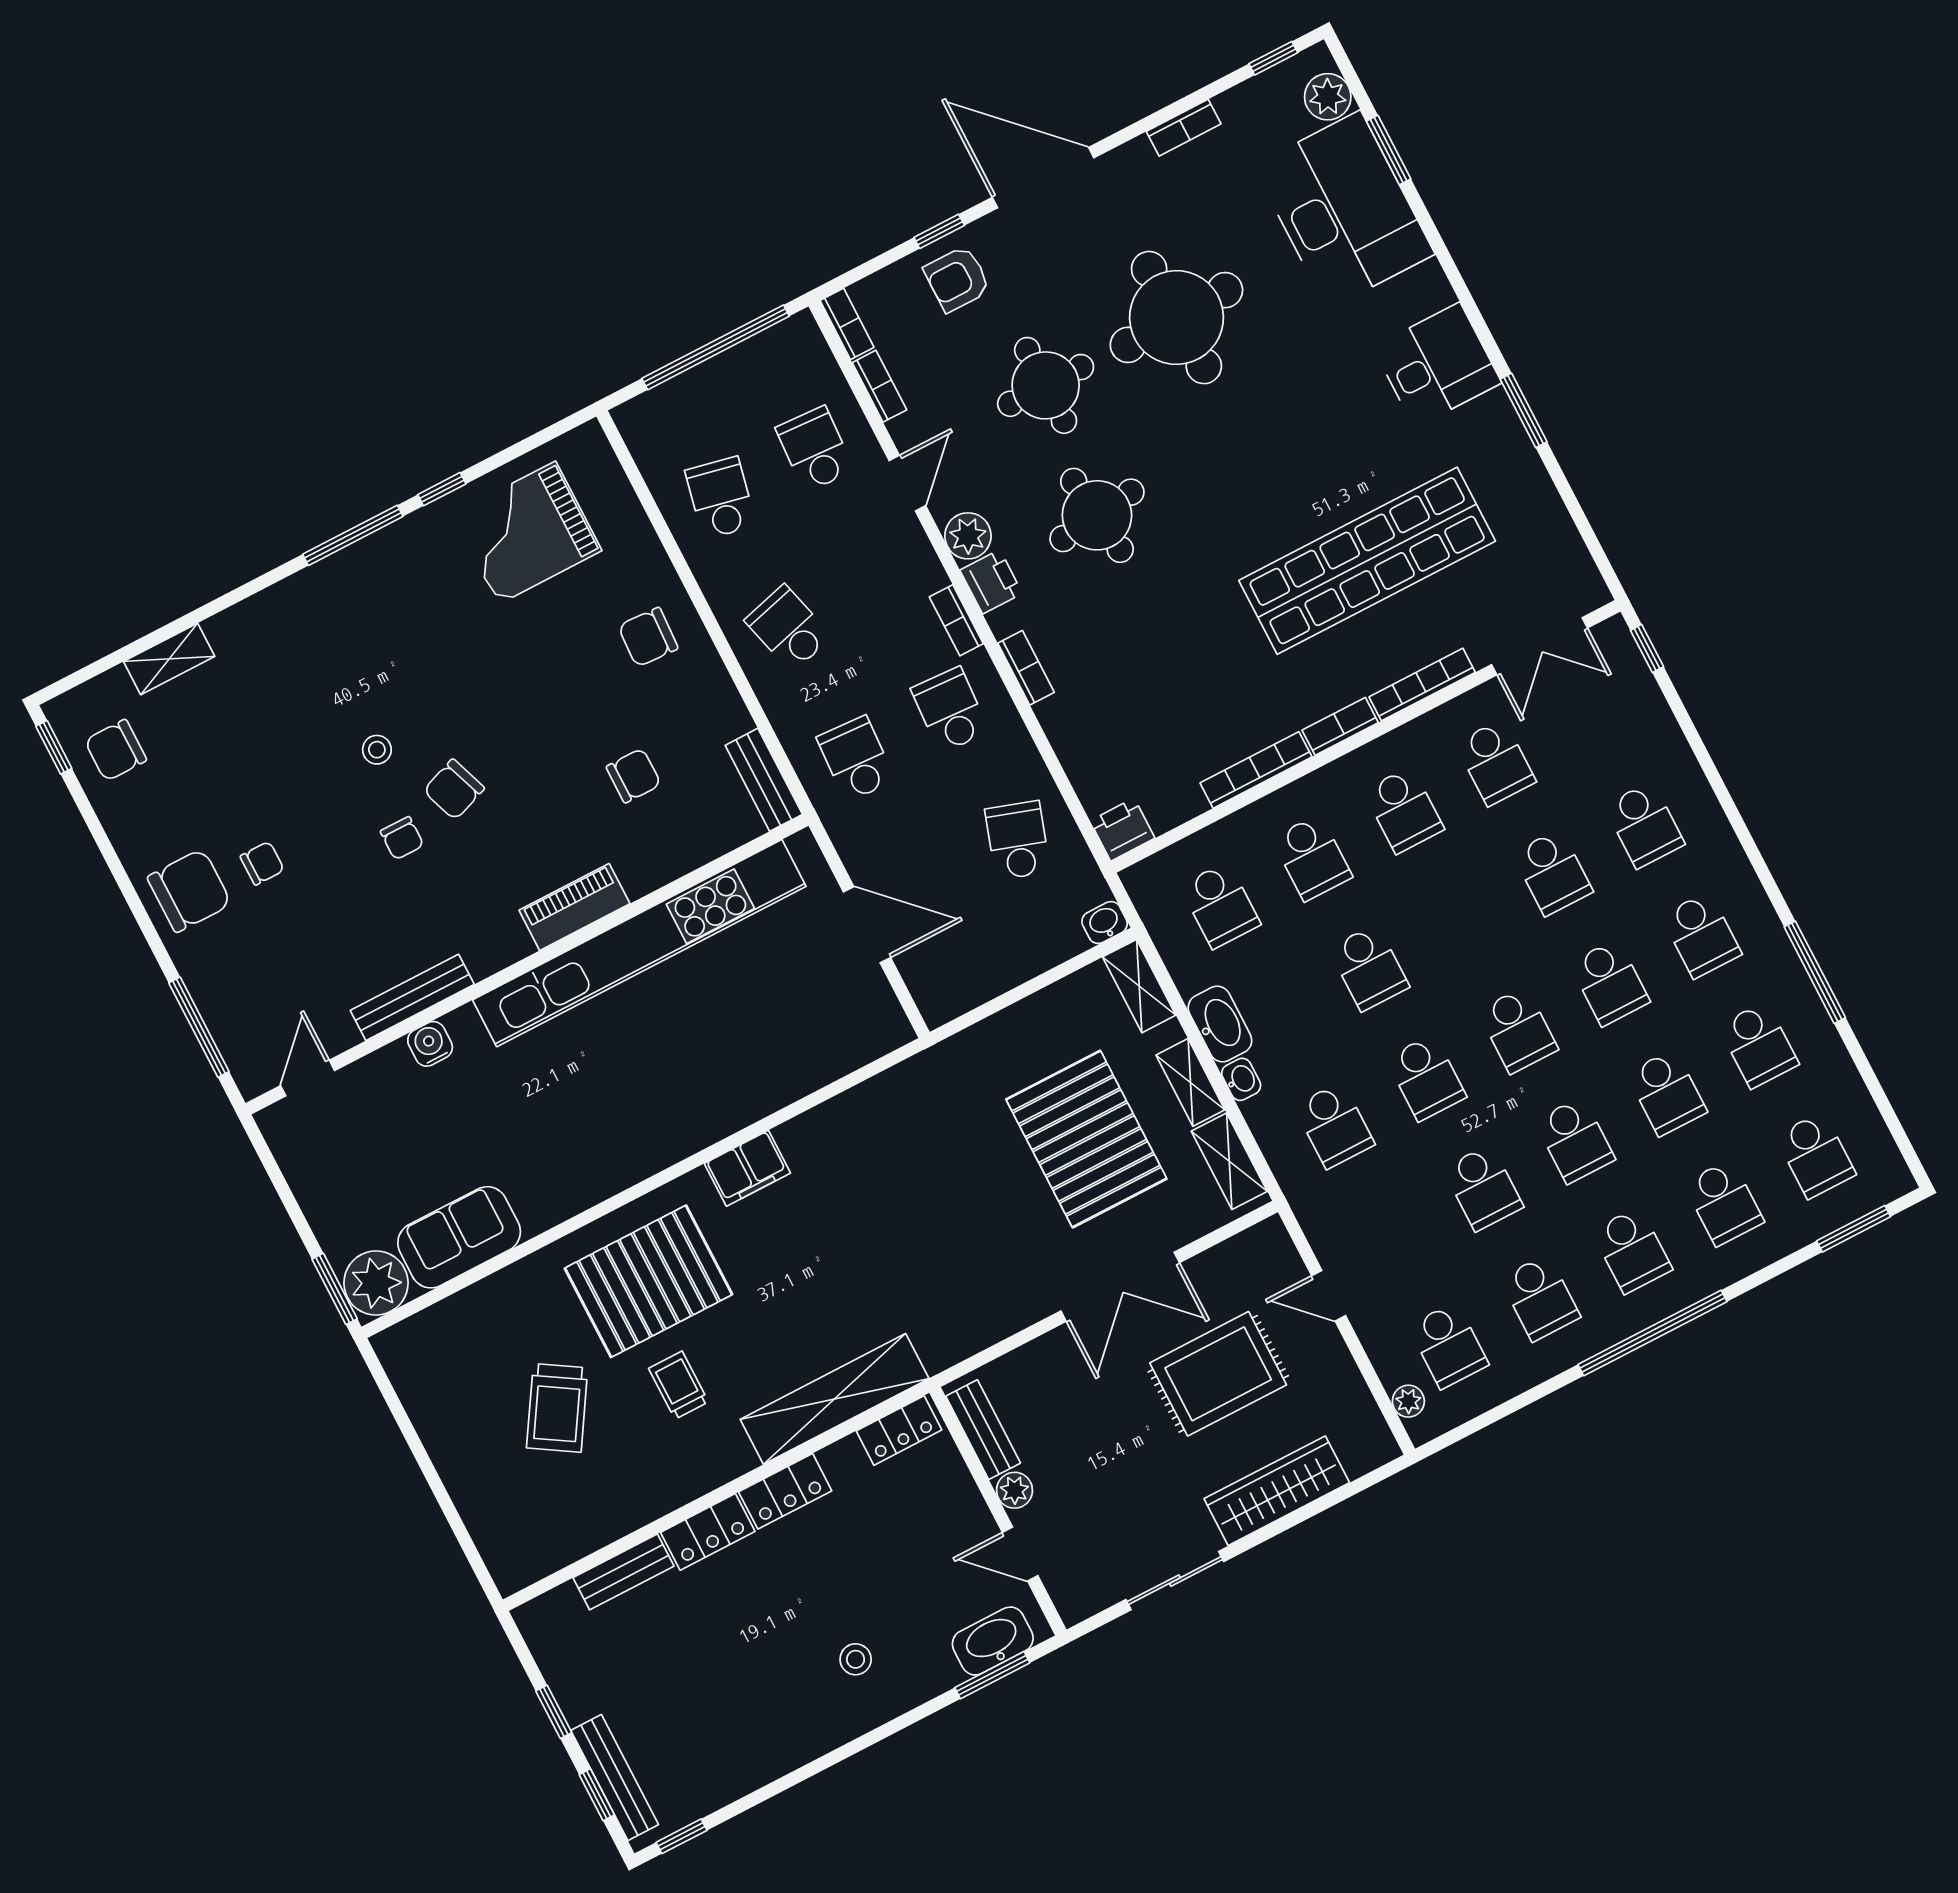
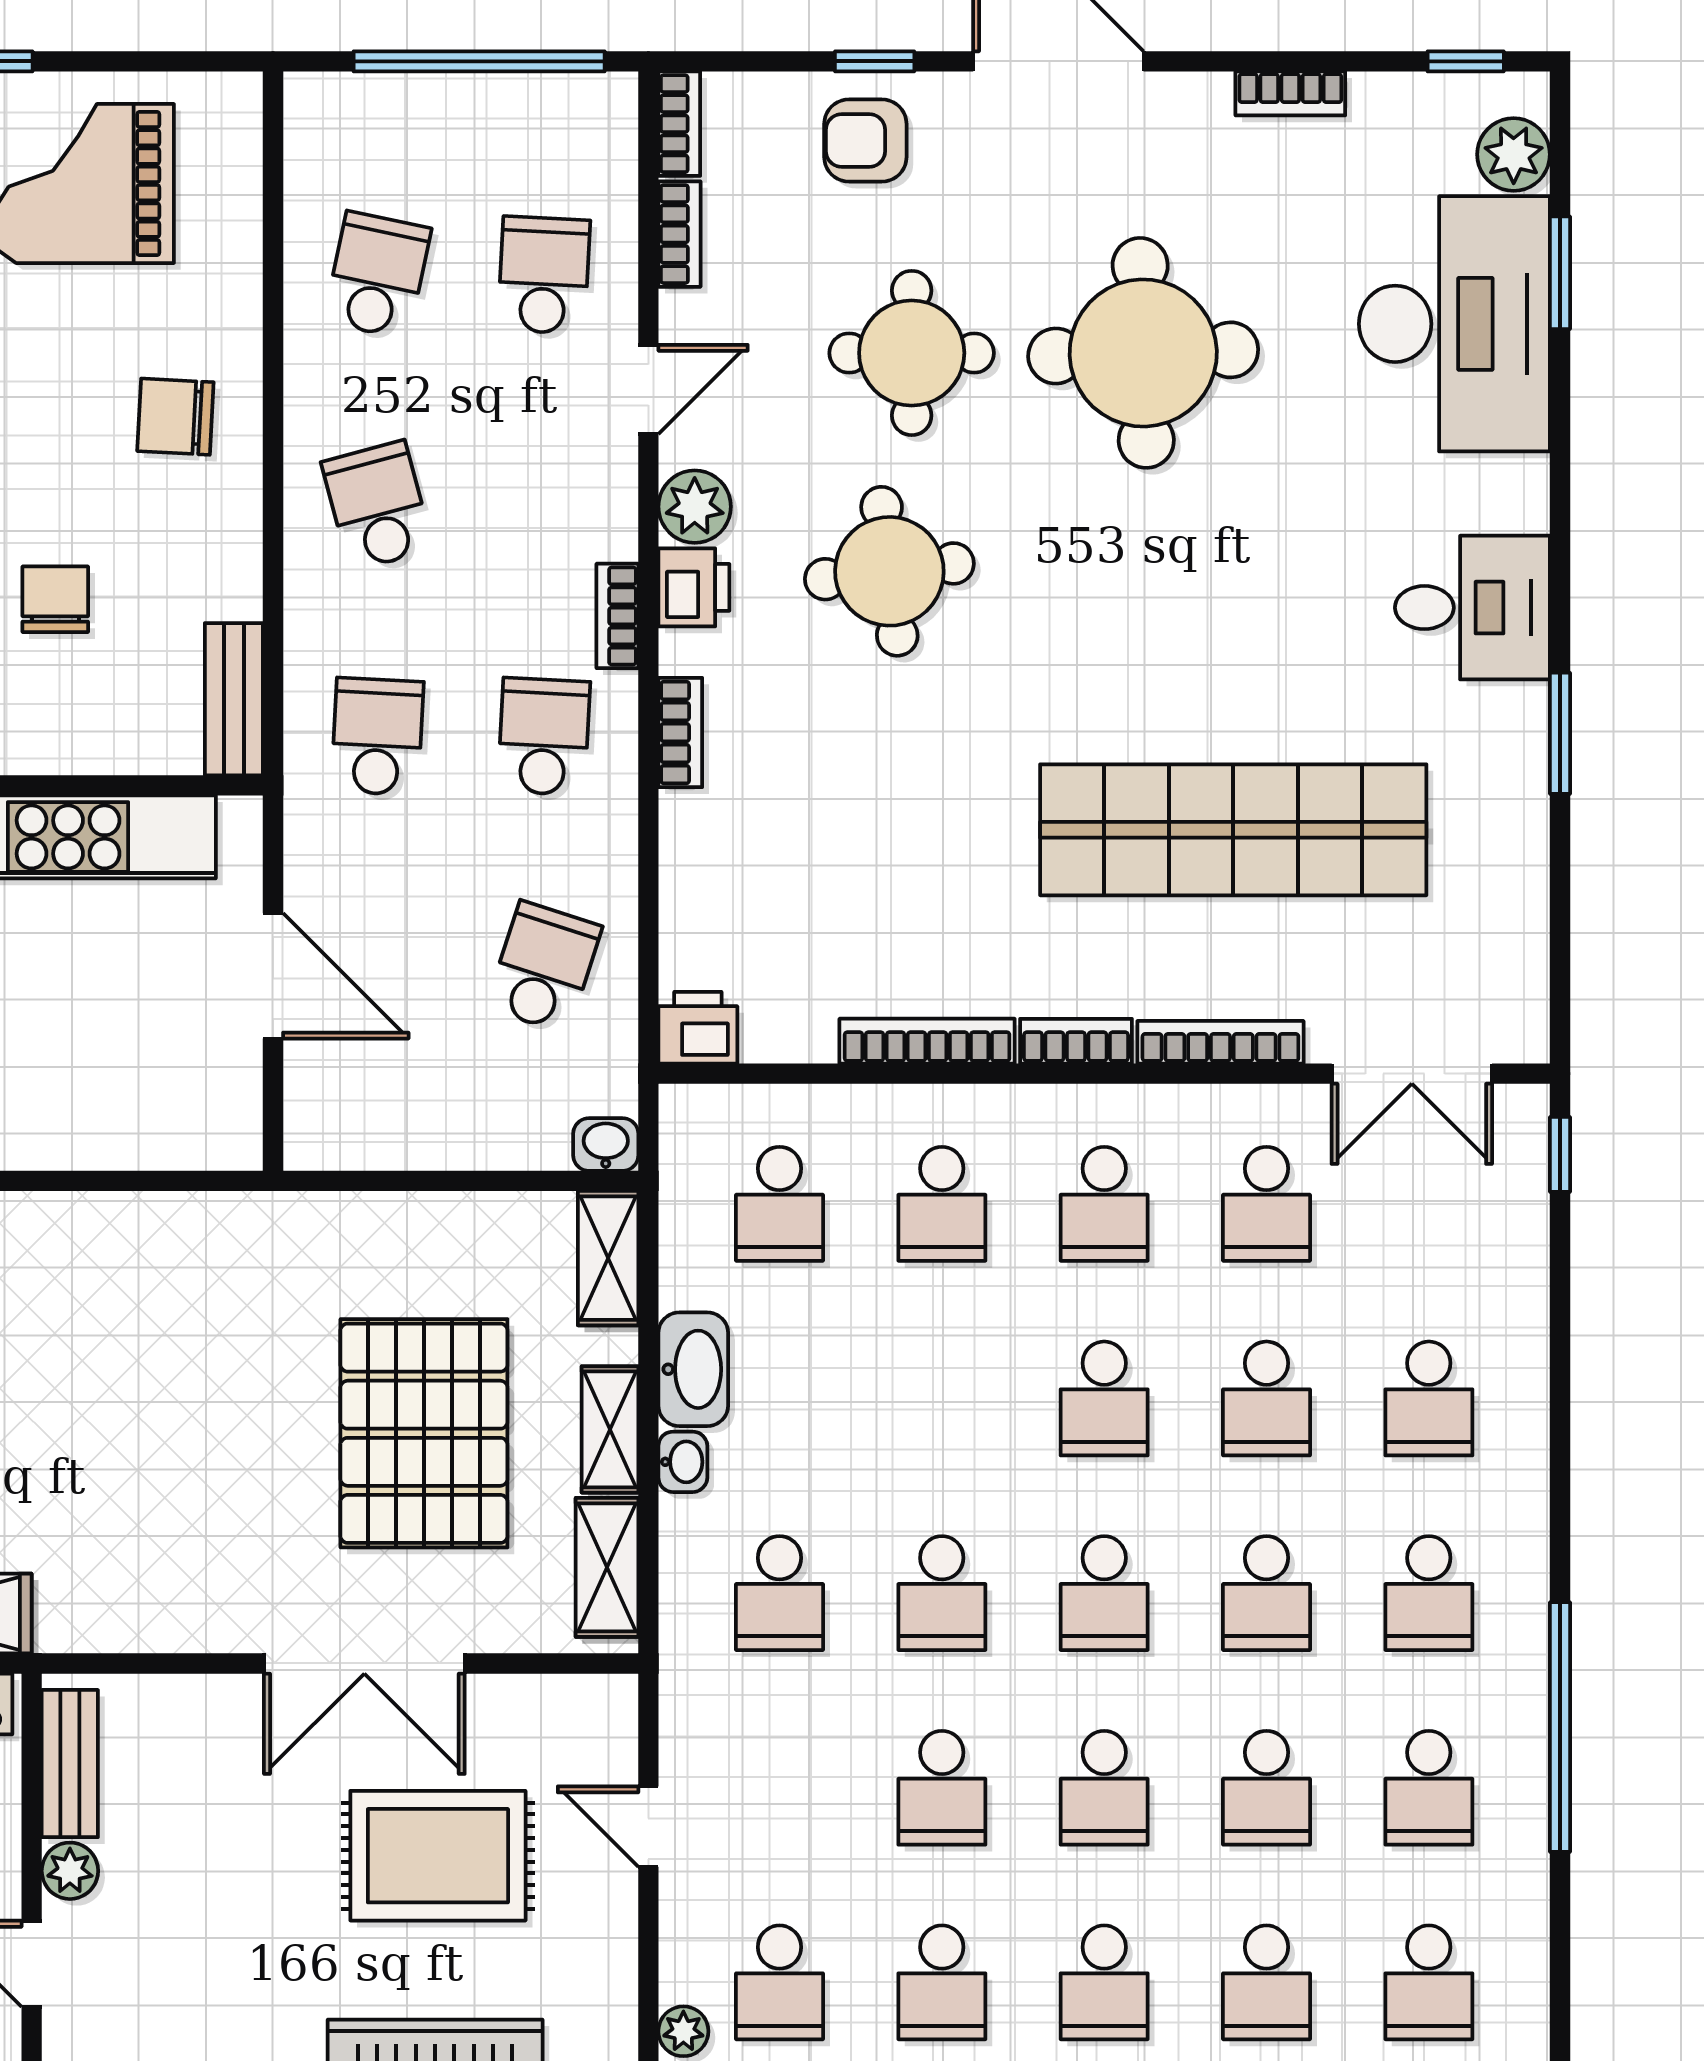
chair: (634, 776) -> (55, 599), turned -90
school desk: (1369, 968) -> (1104, 1398), moved
window: (1815, 972) -> (1560, 1727), width x1.46

